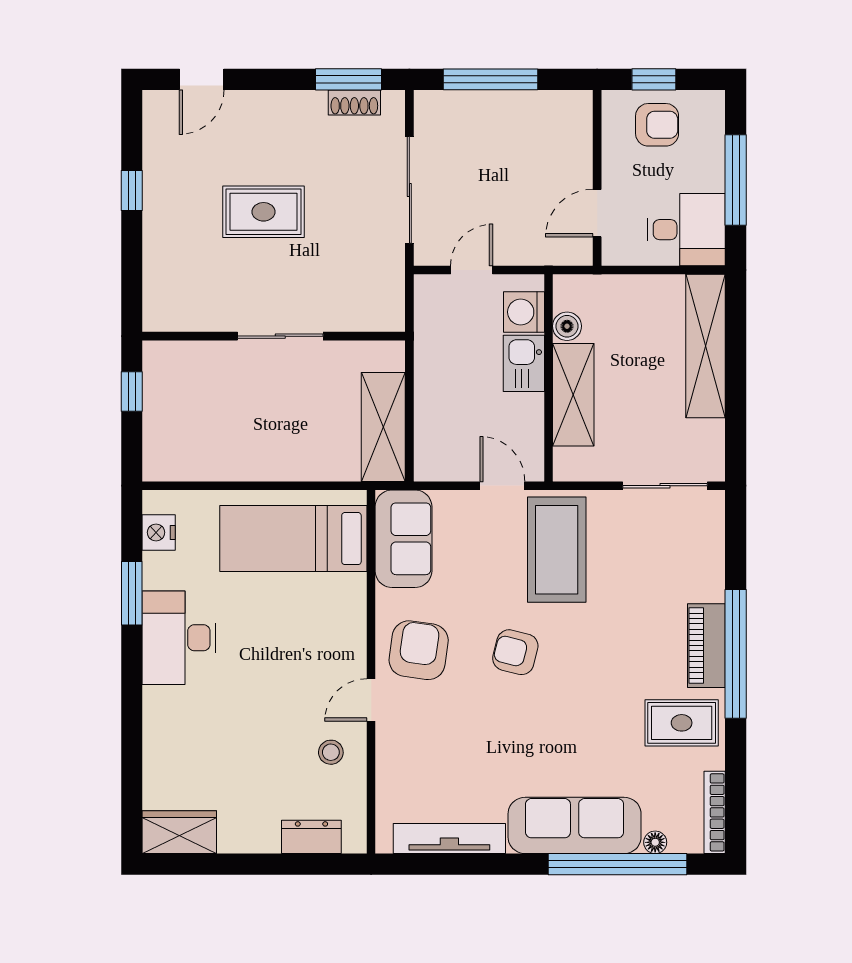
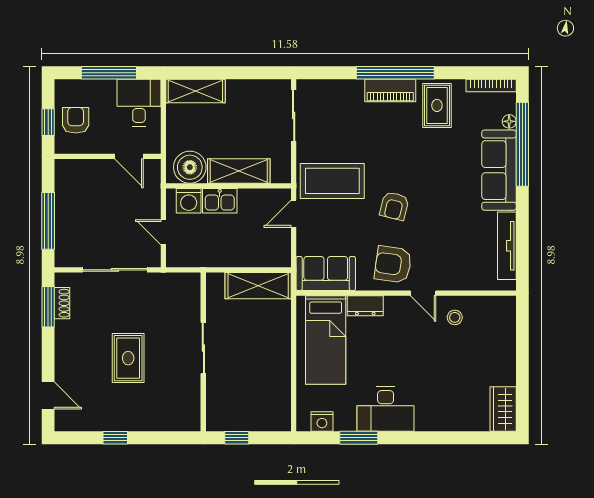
boiler: (567, 326) -> (190, 167), width x1.86, depth x1.86
shelving: (706, 346) -> (195, 91), width x0.68
dresser: (311, 837) -> (365, 306), moved, turned -90

